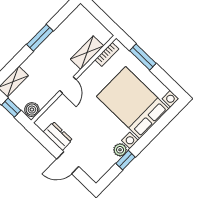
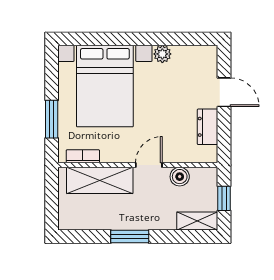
shelving: (87, 53) -> (100, 180), width x1.50, depth x1.33
boiler: (32, 110) -> (180, 177), moved
window: (126, 160) -> (167, 39), removed

